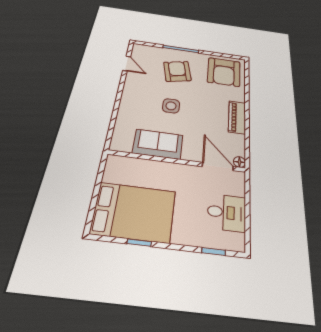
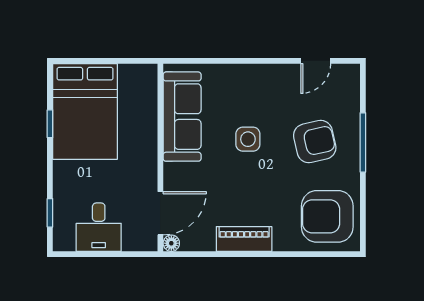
sofa: (158, 144) -> (182, 117), width x1.36

